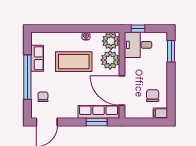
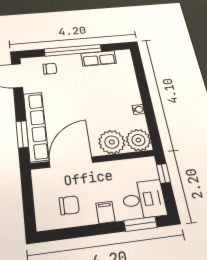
desk: (138, 45) -> (144, 199), moved, turned 90
coffee table: (74, 62) -> (102, 99), removed
row of seats: (99, 112) -> (36, 126), width x1.36
filing cabinet: (160, 113) -> (105, 212), moved

